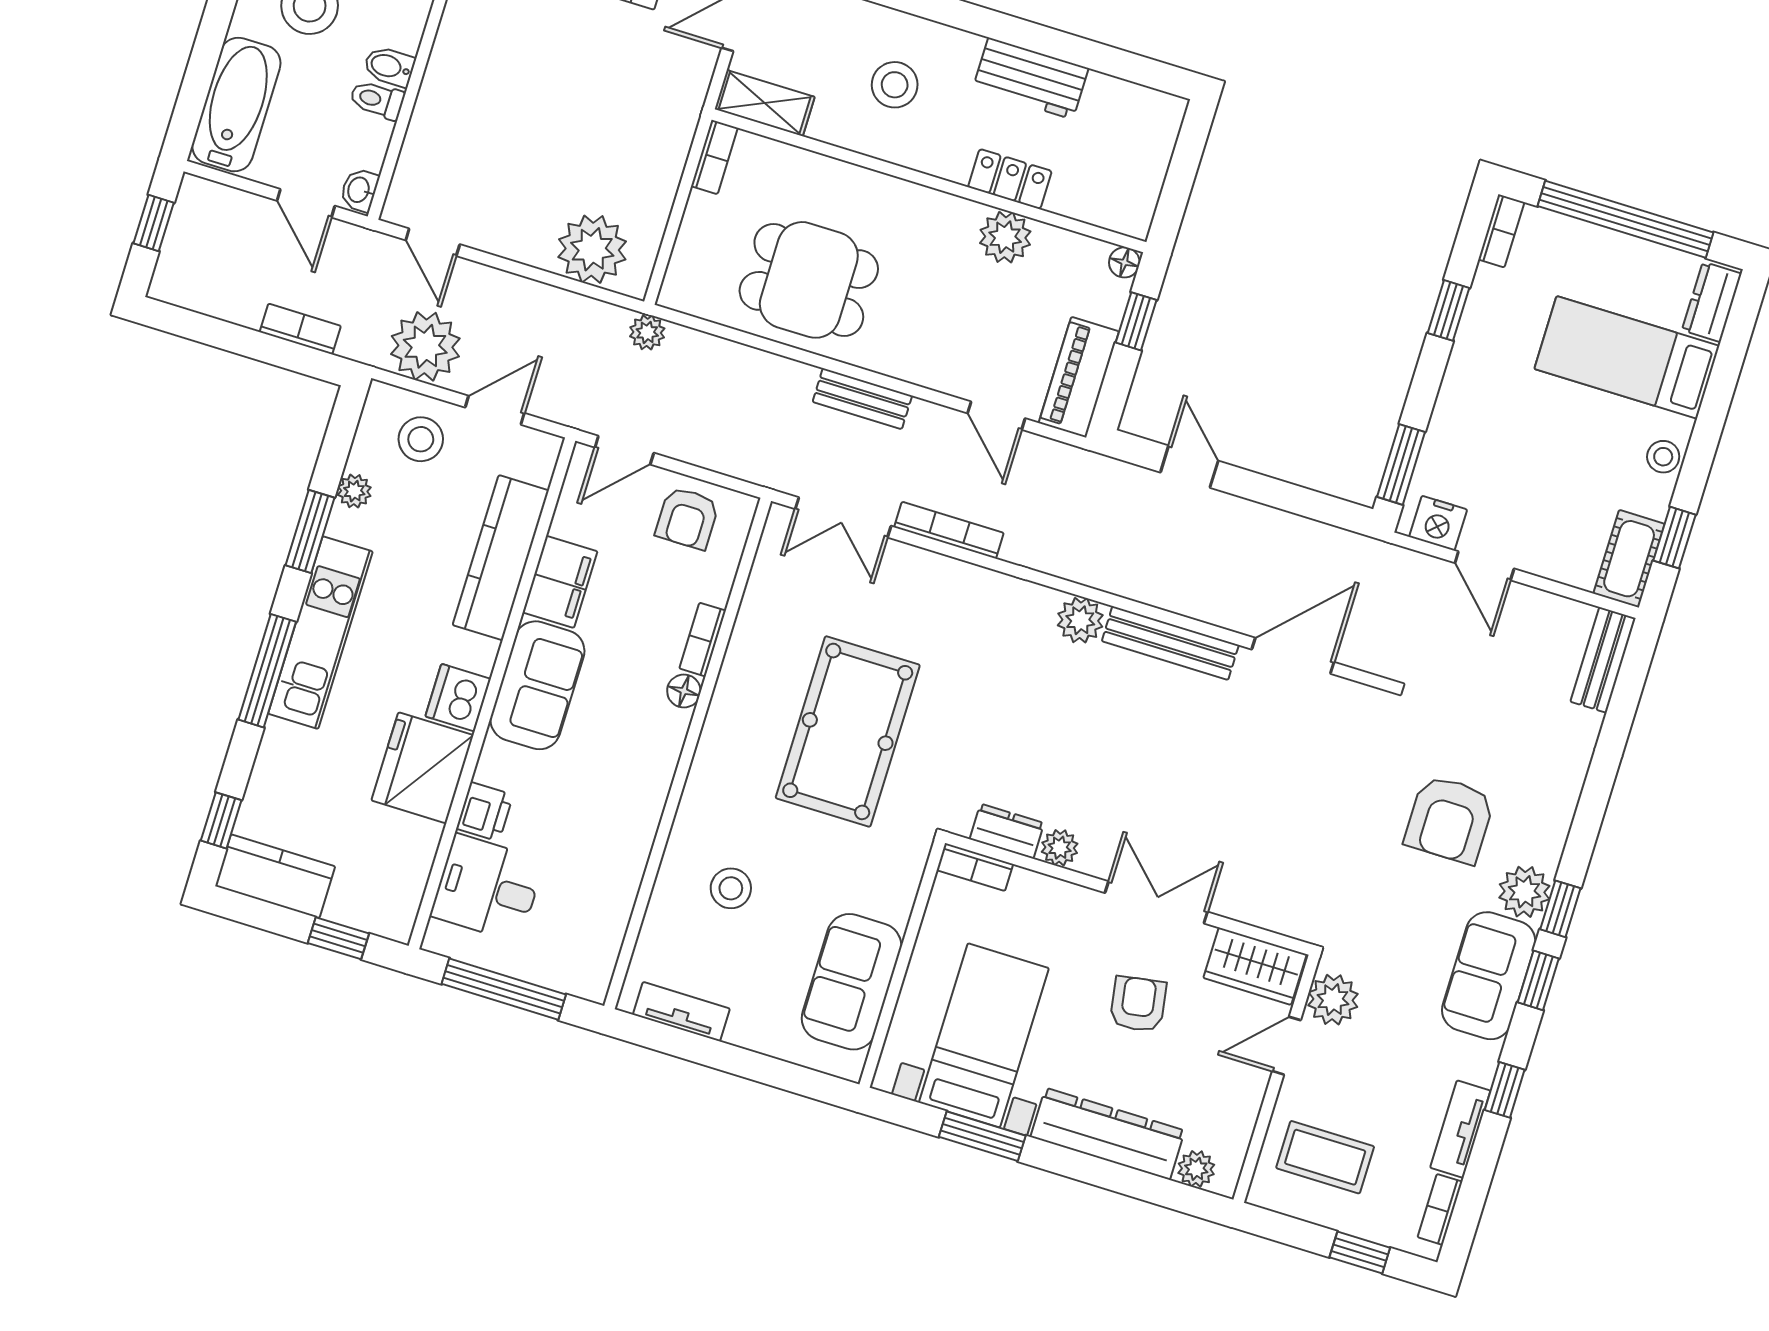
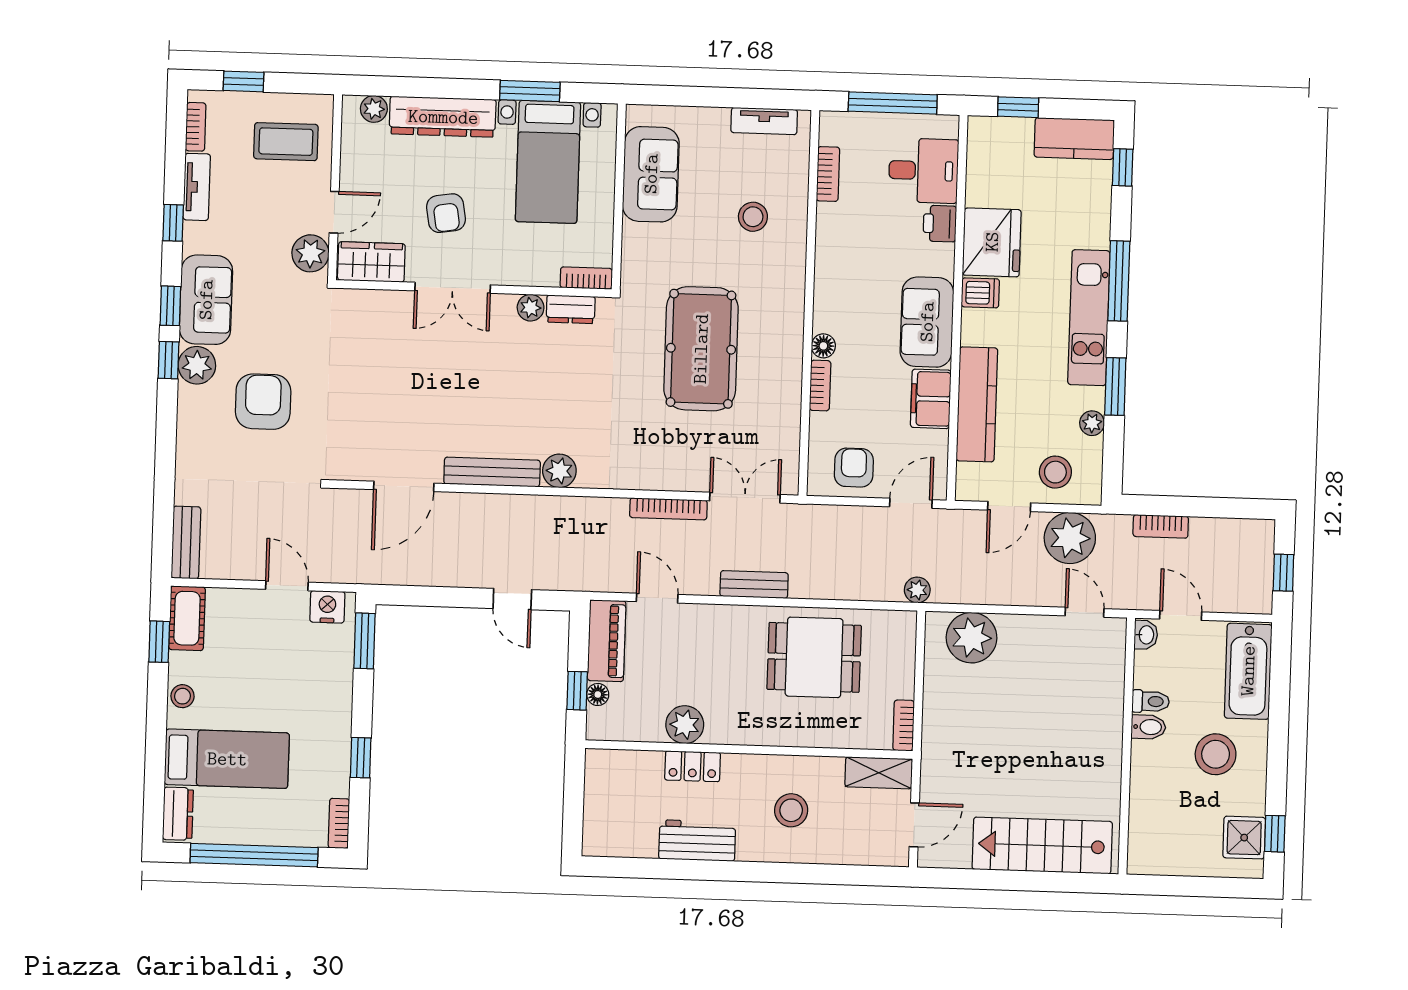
floor lamp: (1124, 262) -> (598, 694), moved
dishwasher: (458, 698) -> (980, 293), width x0.73
bookcase: (616, 918) -> (828, 174), added

